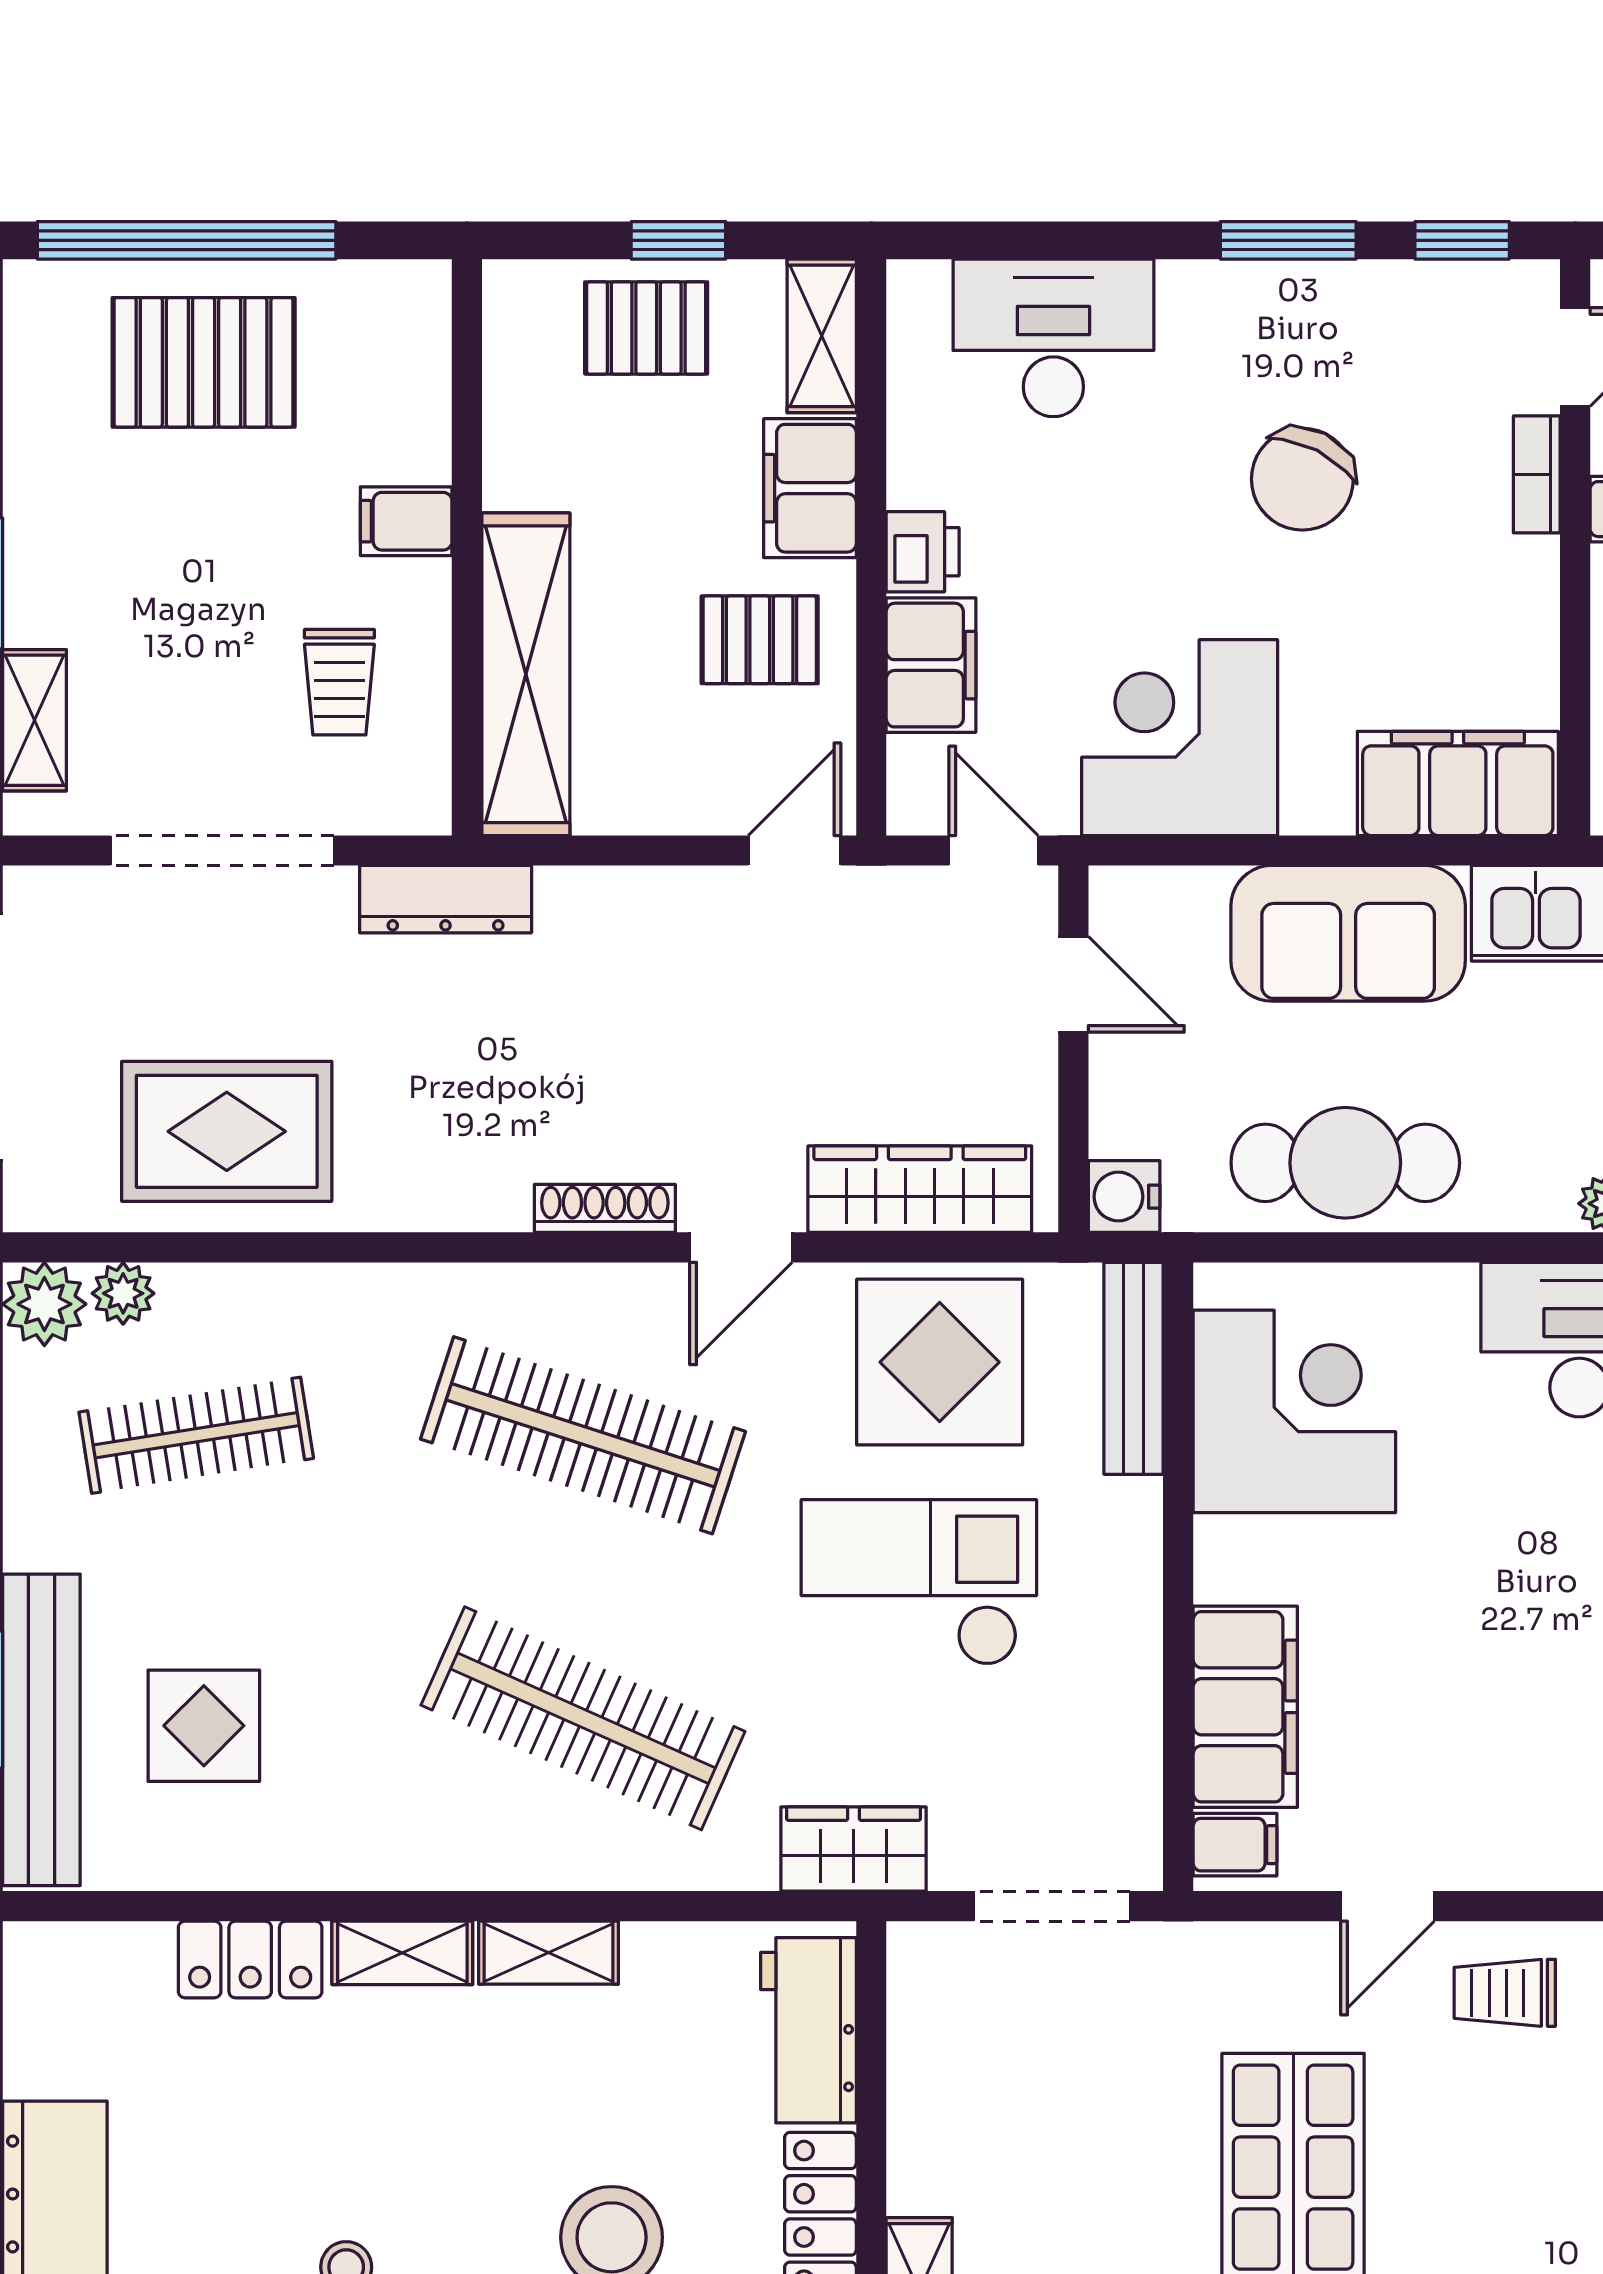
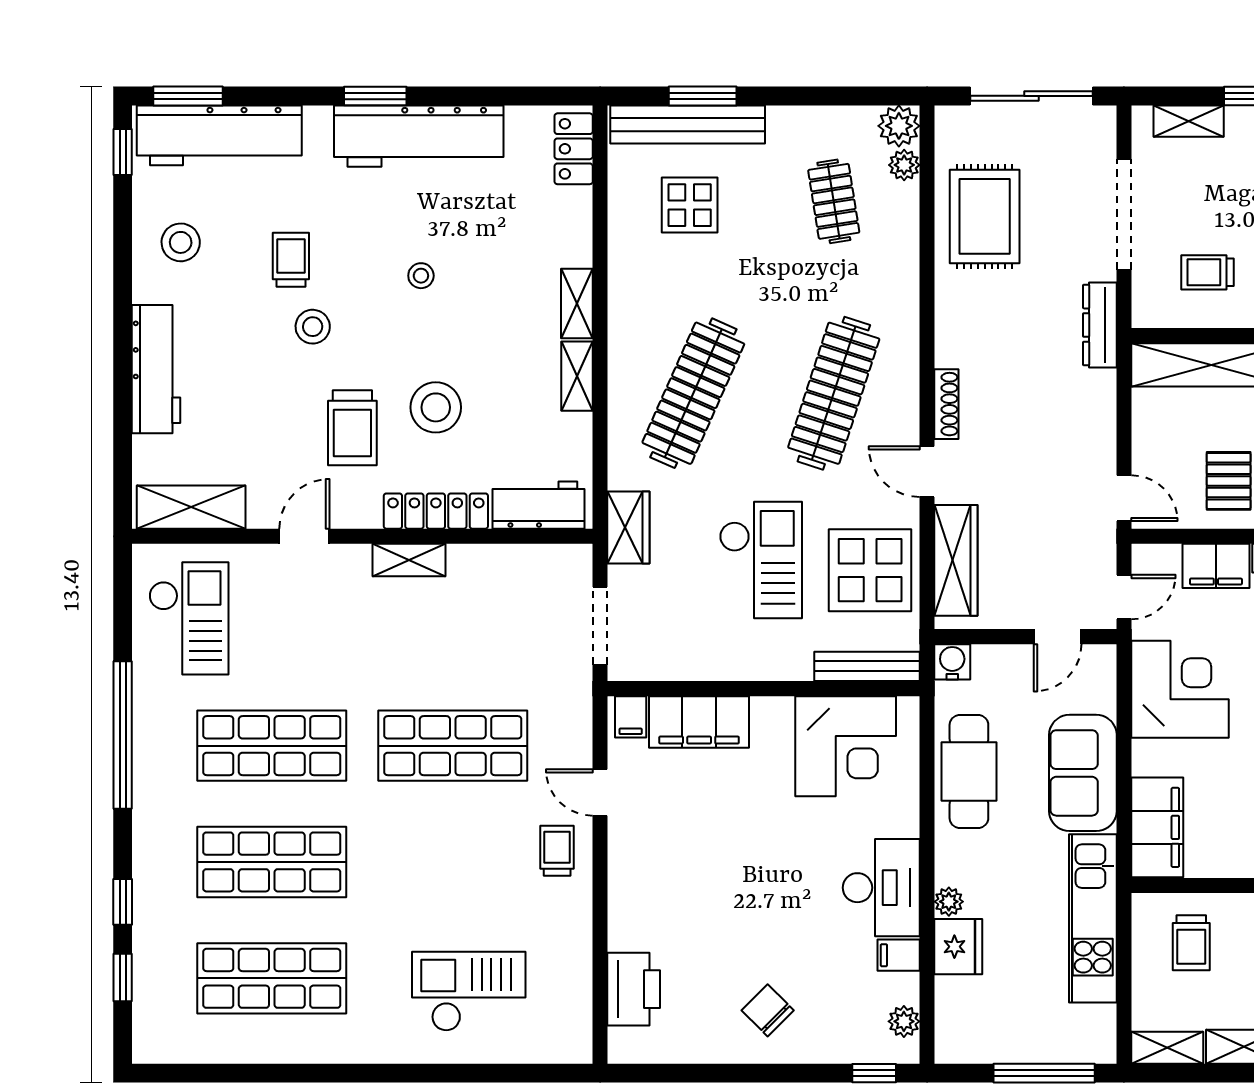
clothes rail: (196, 1435) -> (834, 201), width x0.73
locker: (250, 1959) -> (574, 149), moved

